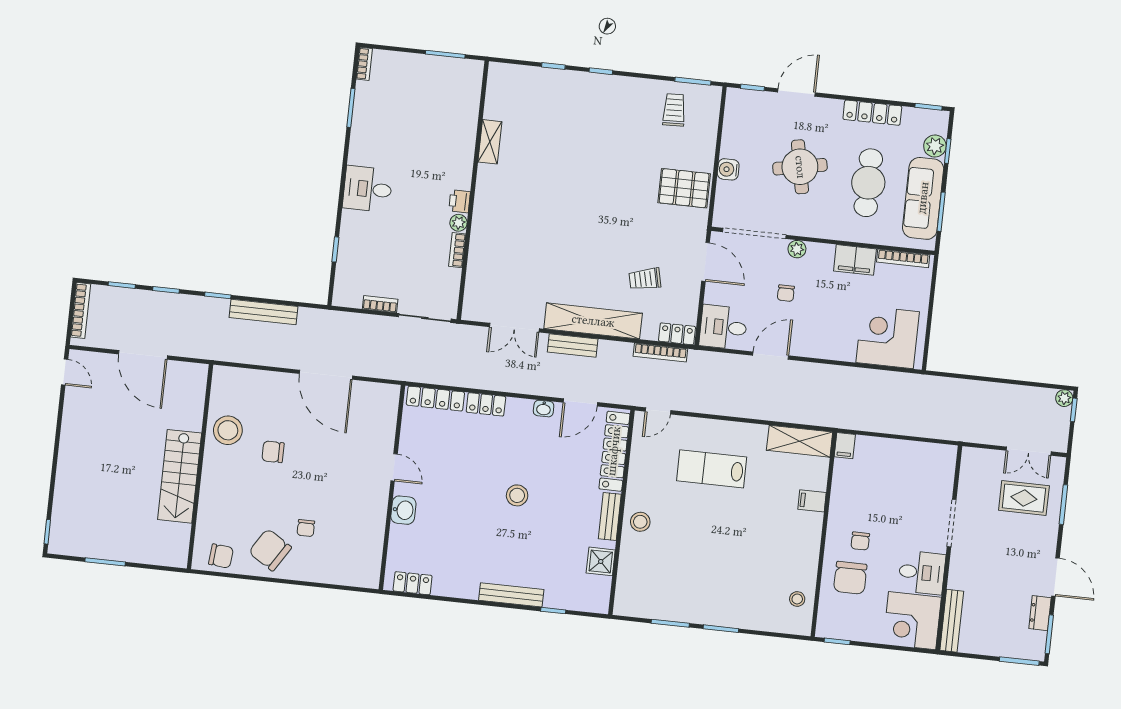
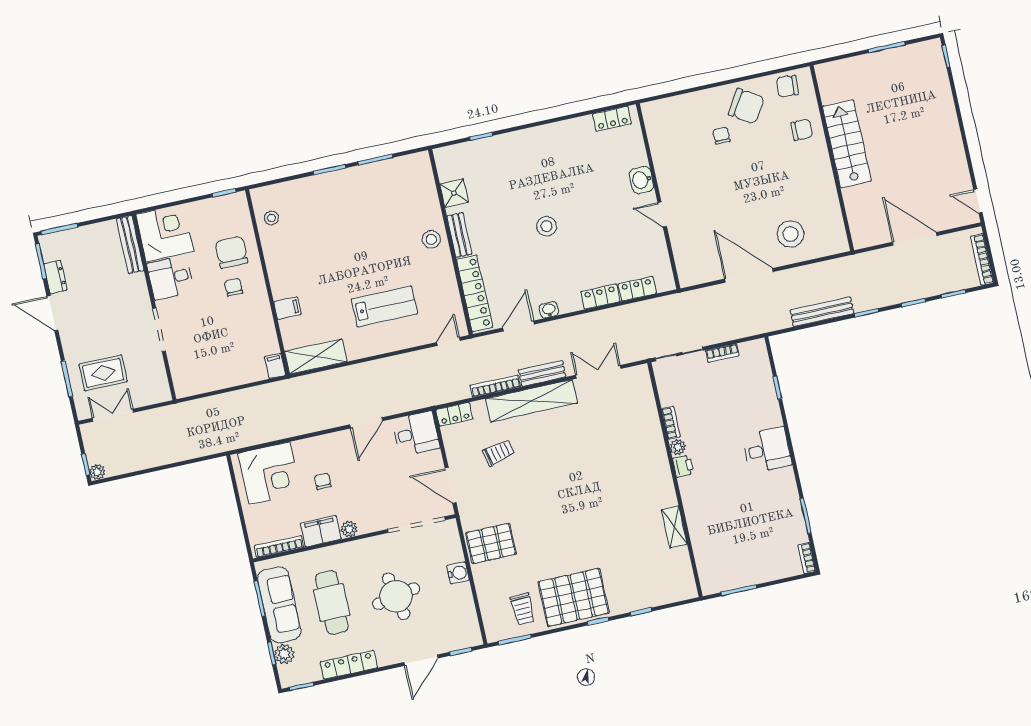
pallet: (618, 104) -> (574, 597), added
plant: (797, 249) -> (349, 529), moved
chair: (786, 293) -> (323, 481), moved
bookcase: (660, 353) -> (495, 386), moved
locker: (435, 399) -> (637, 289), width x0.66
stool: (228, 430) -> (791, 234), moved
chair: (273, 452) -> (802, 130), moved
bench: (511, 595) -> (522, 138), removed

